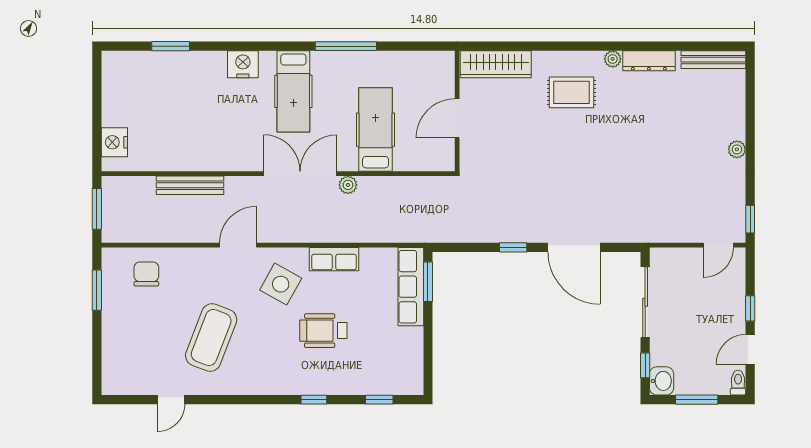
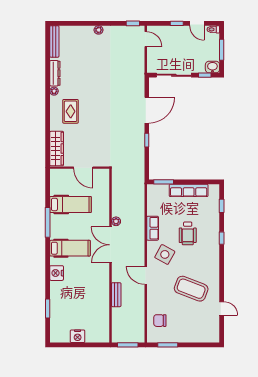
hospital bed: (375, 130) -> (70, 204), moved, turned 180
nightstand: (114, 142) -> (78, 336), moved
bench: (190, 185) -> (116, 295), width x0.73
row of seats: (411, 287) -> (189, 190), moved

